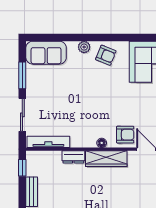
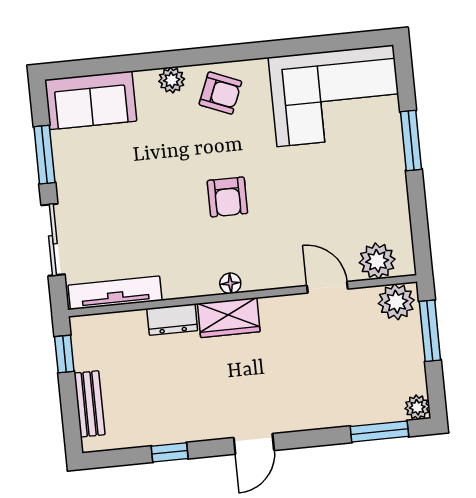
armchair: (125, 135) -> (227, 197), moved, turned 90
wardrobe: (106, 159) -> (229, 318), width x0.67

